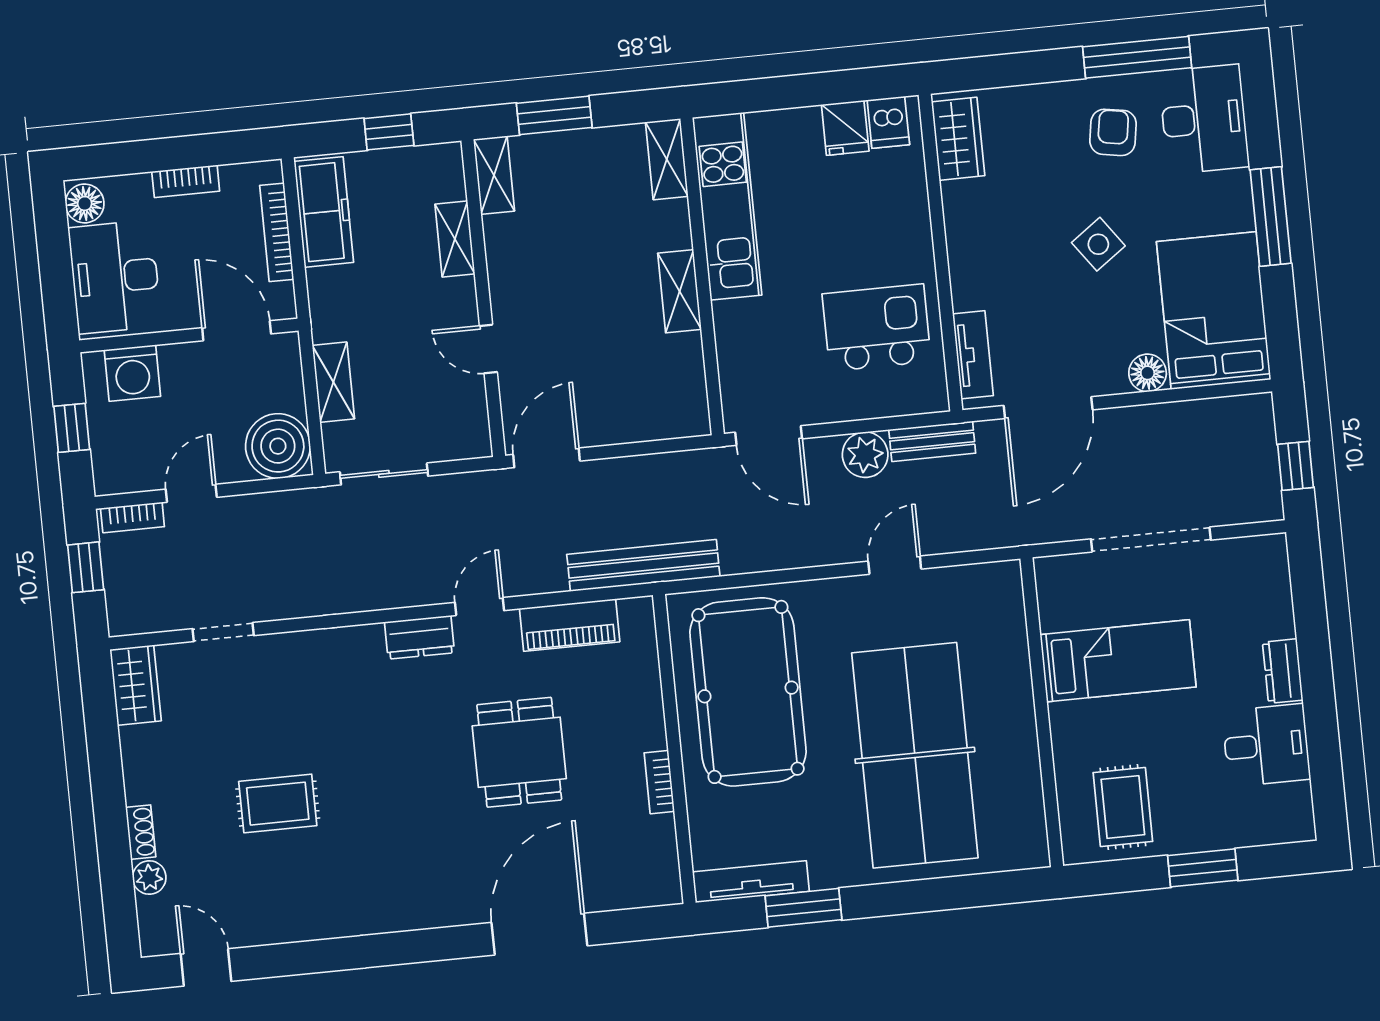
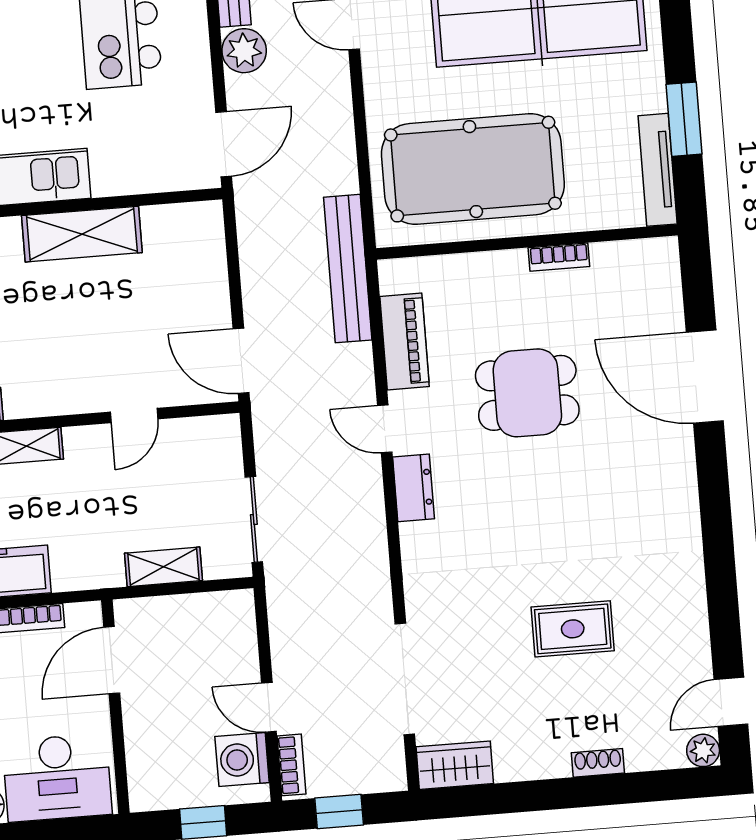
shelving: (680, 291) -> (82, 234), width x1.50, depth x1.33
washing machine: (132, 373) -> (242, 760), moved, turned 180
boiler: (278, 446) -> (225, 622), removed
doorway: (223, 632) -> (405, 679), width x1.88
rug: (278, 804) -> (573, 629), turned 90
plant: (149, 878) -> (703, 750), moved

